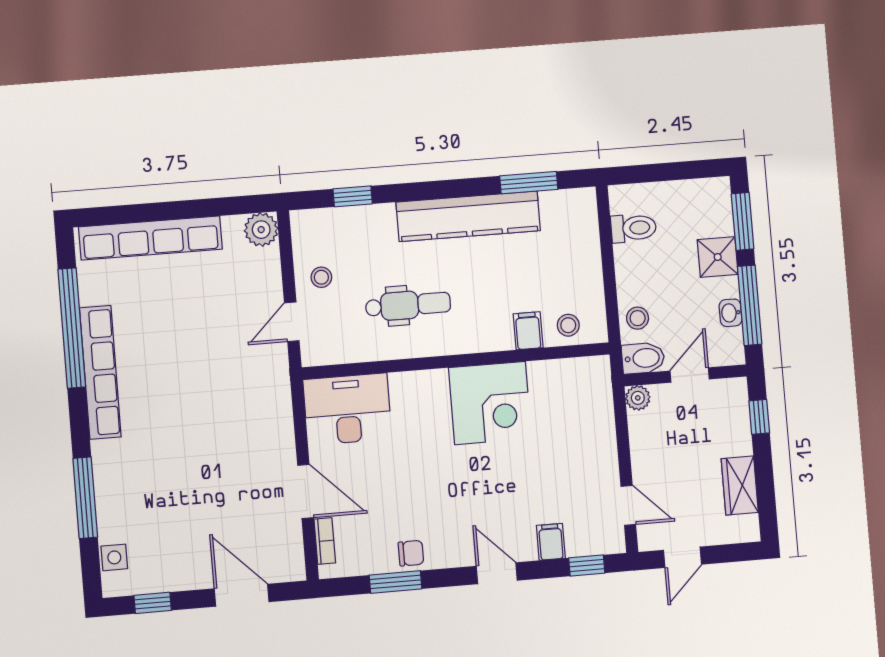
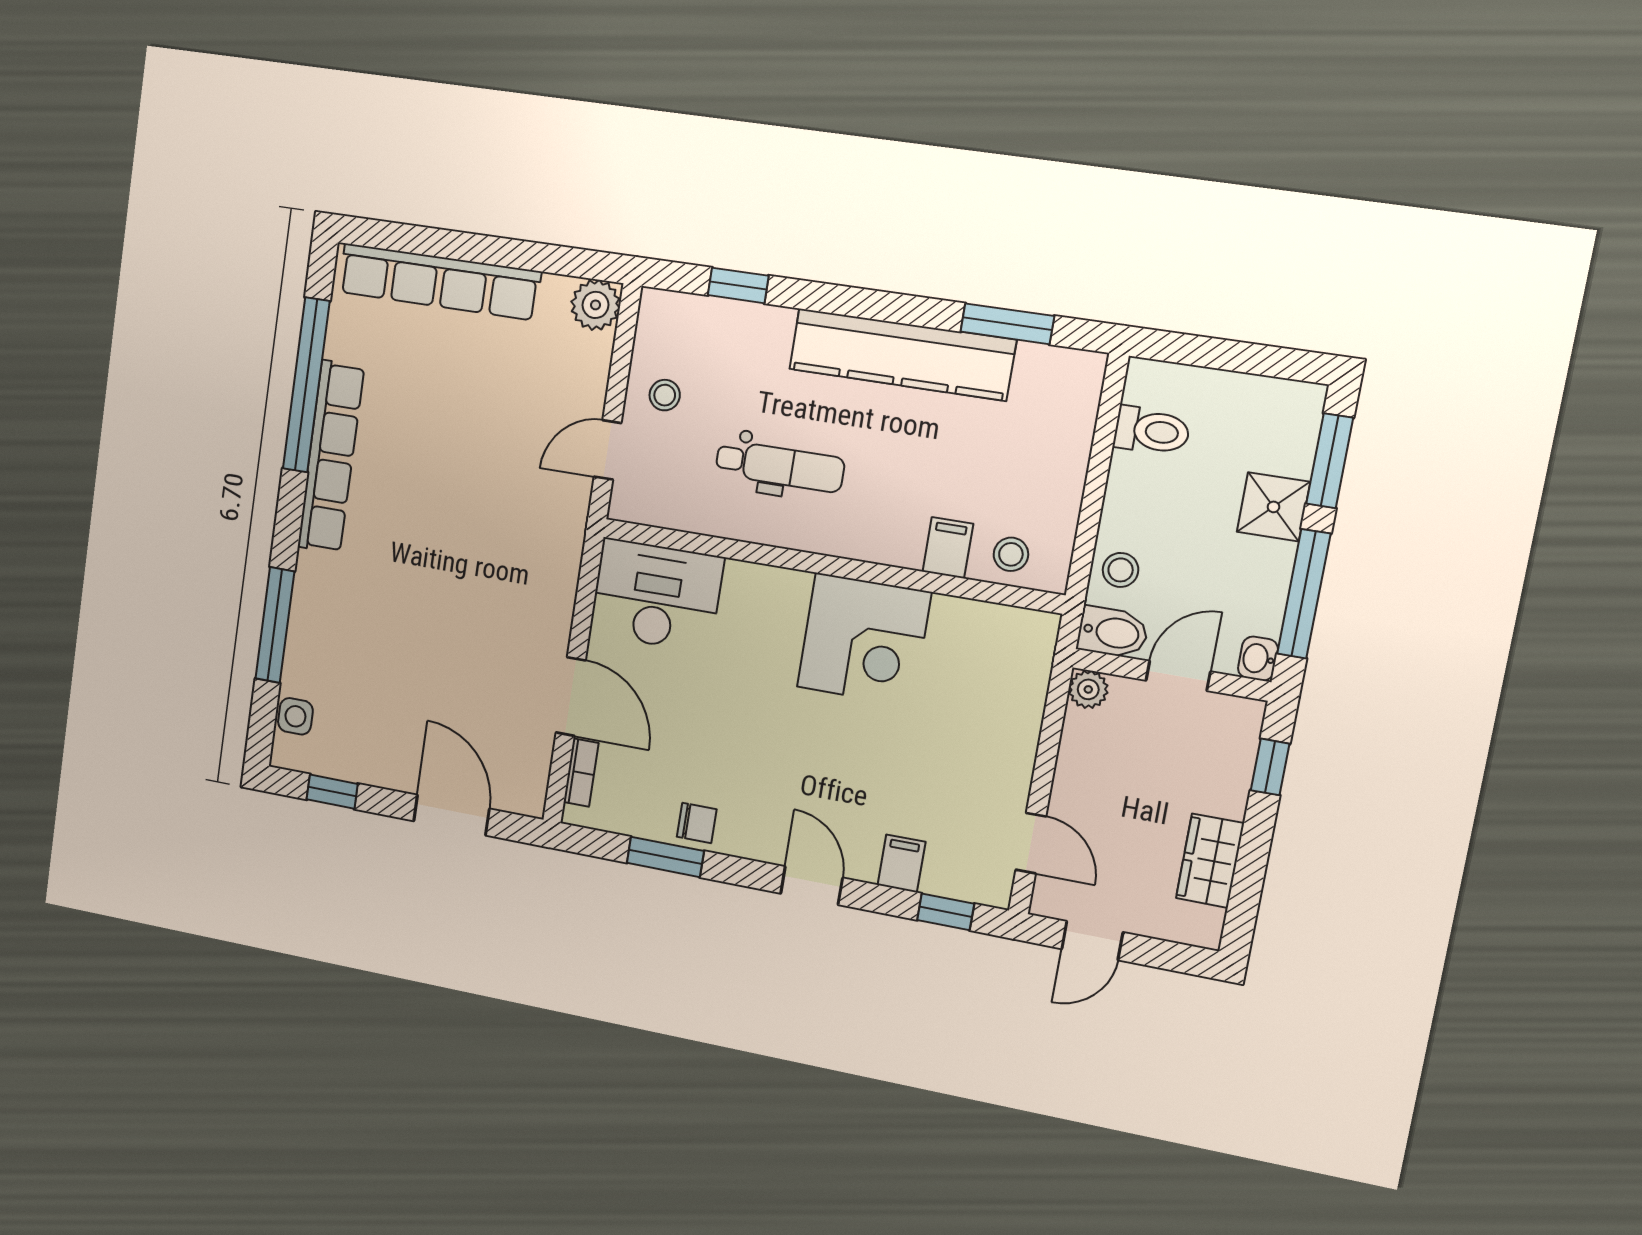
washbasin: (730, 313) -> (1258, 659), moved

